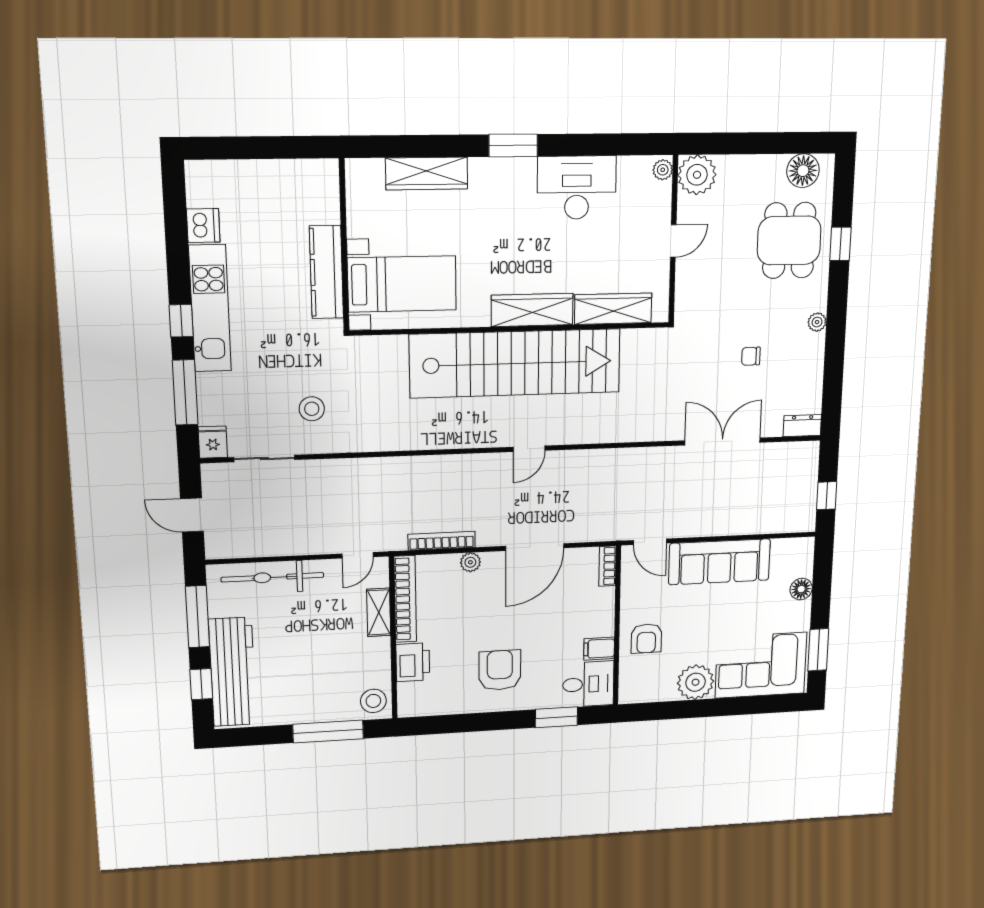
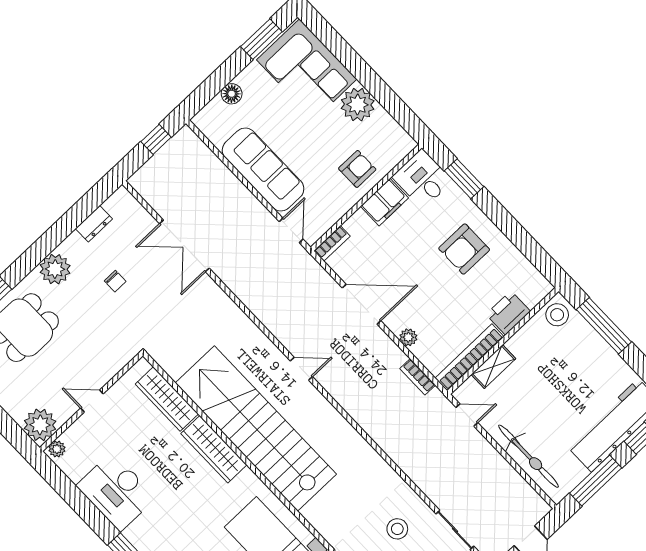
plant: (817, 322) -> (55, 269), width x1.88, depth x1.88
dresser: (802, 426) -> (94, 224), moved, turned -90
bookcase: (442, 541) -> (418, 377), width x0.64
filing cabinet: (599, 649) -> (384, 202), width x2.00

